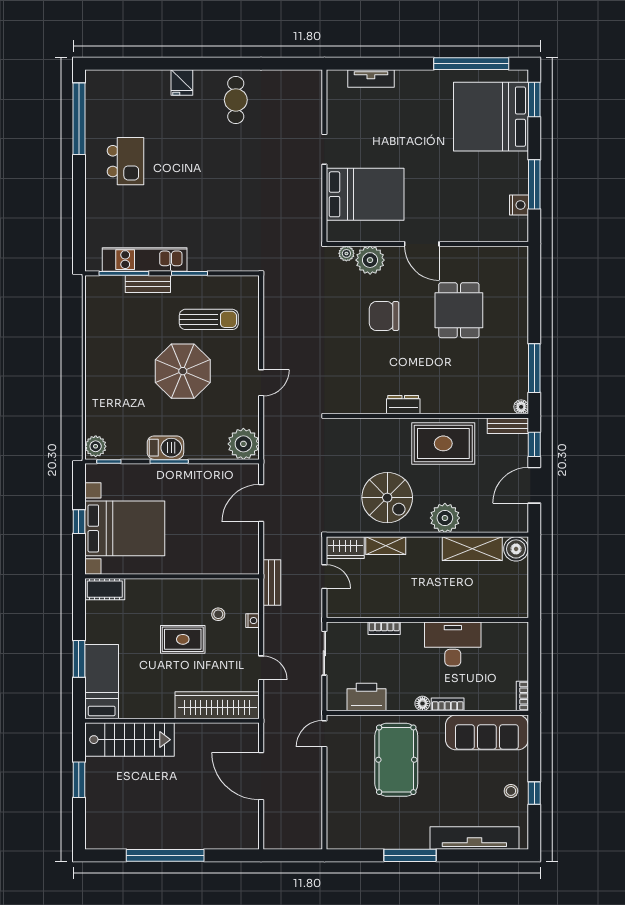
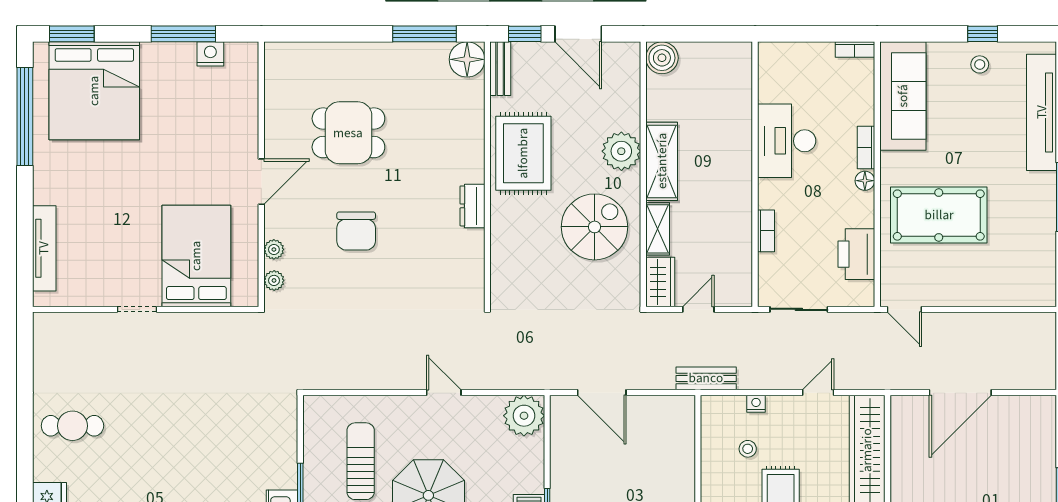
tv unit: (371, 78) -> (44, 248), width x1.41
plant: (370, 260) -> (274, 249), width x0.53, depth x0.53
floor lamp: (521, 407) -> (467, 59), width x1.89, depth x1.89
shelving: (472, 549) -> (662, 161), moved

